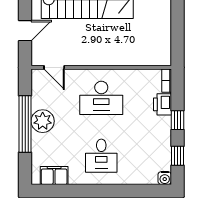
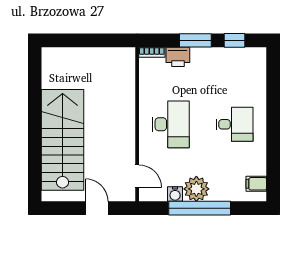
door: (54, 67) -> (137, 176), hinge flipped
window: (177, 120) -> (195, 40), width x1.50
filing cabinet: (54, 176) -> (256, 184), width x0.50
water cooler: (165, 178) -> (175, 194), moved, turned 90

